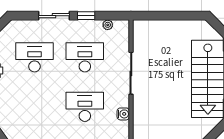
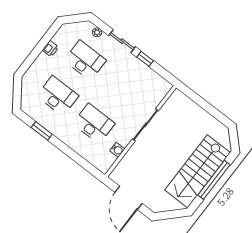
plant: (108, 25) -> (97, 32), moved
desk: (85, 57) -> (58, 96), moved

